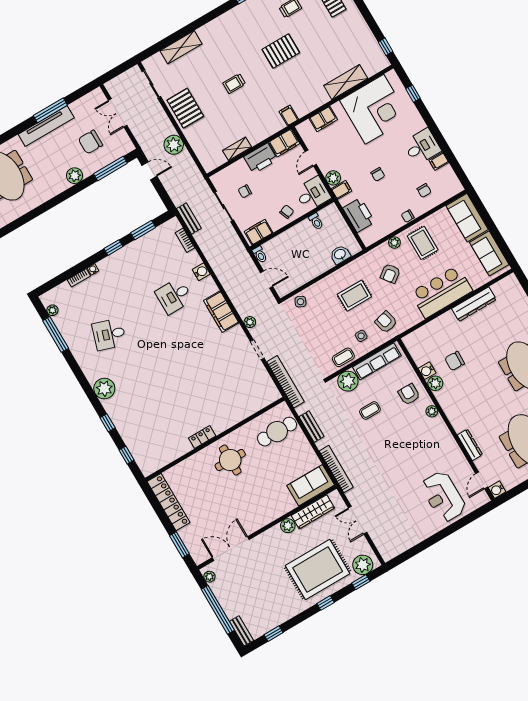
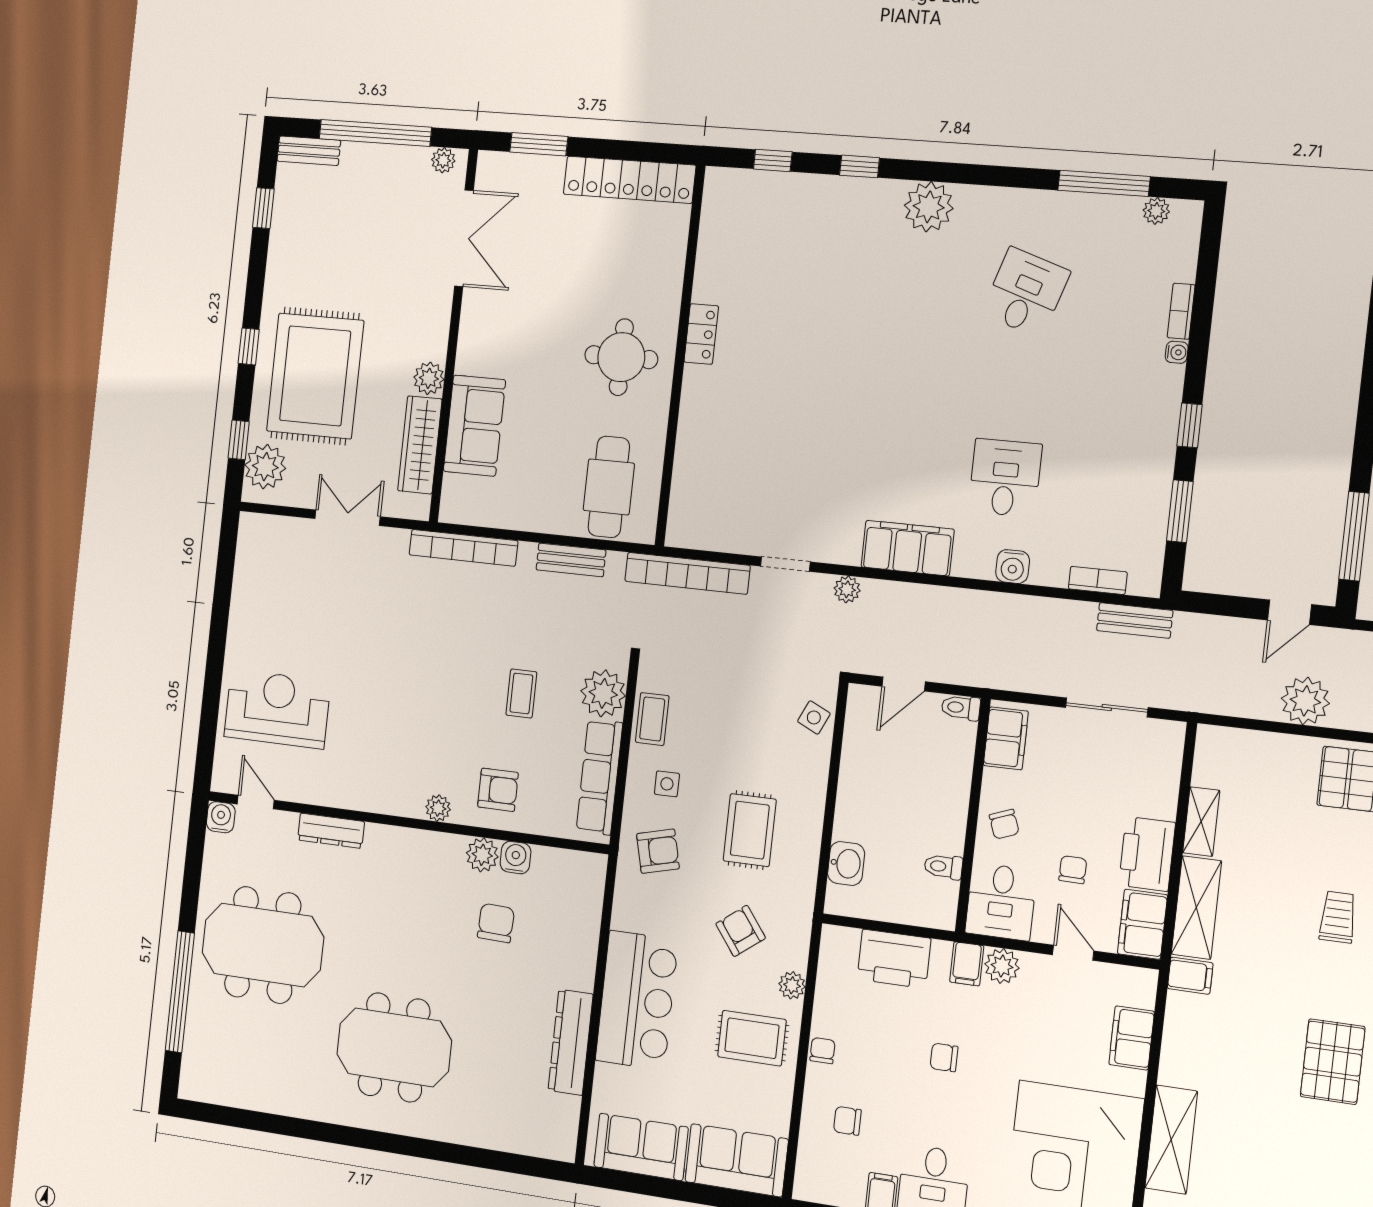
shelving: (266, 130) -> (1196, 908), added
chair: (245, 191) -> (1073, 870), moved
sofa: (311, 485) -> (474, 426), moved

